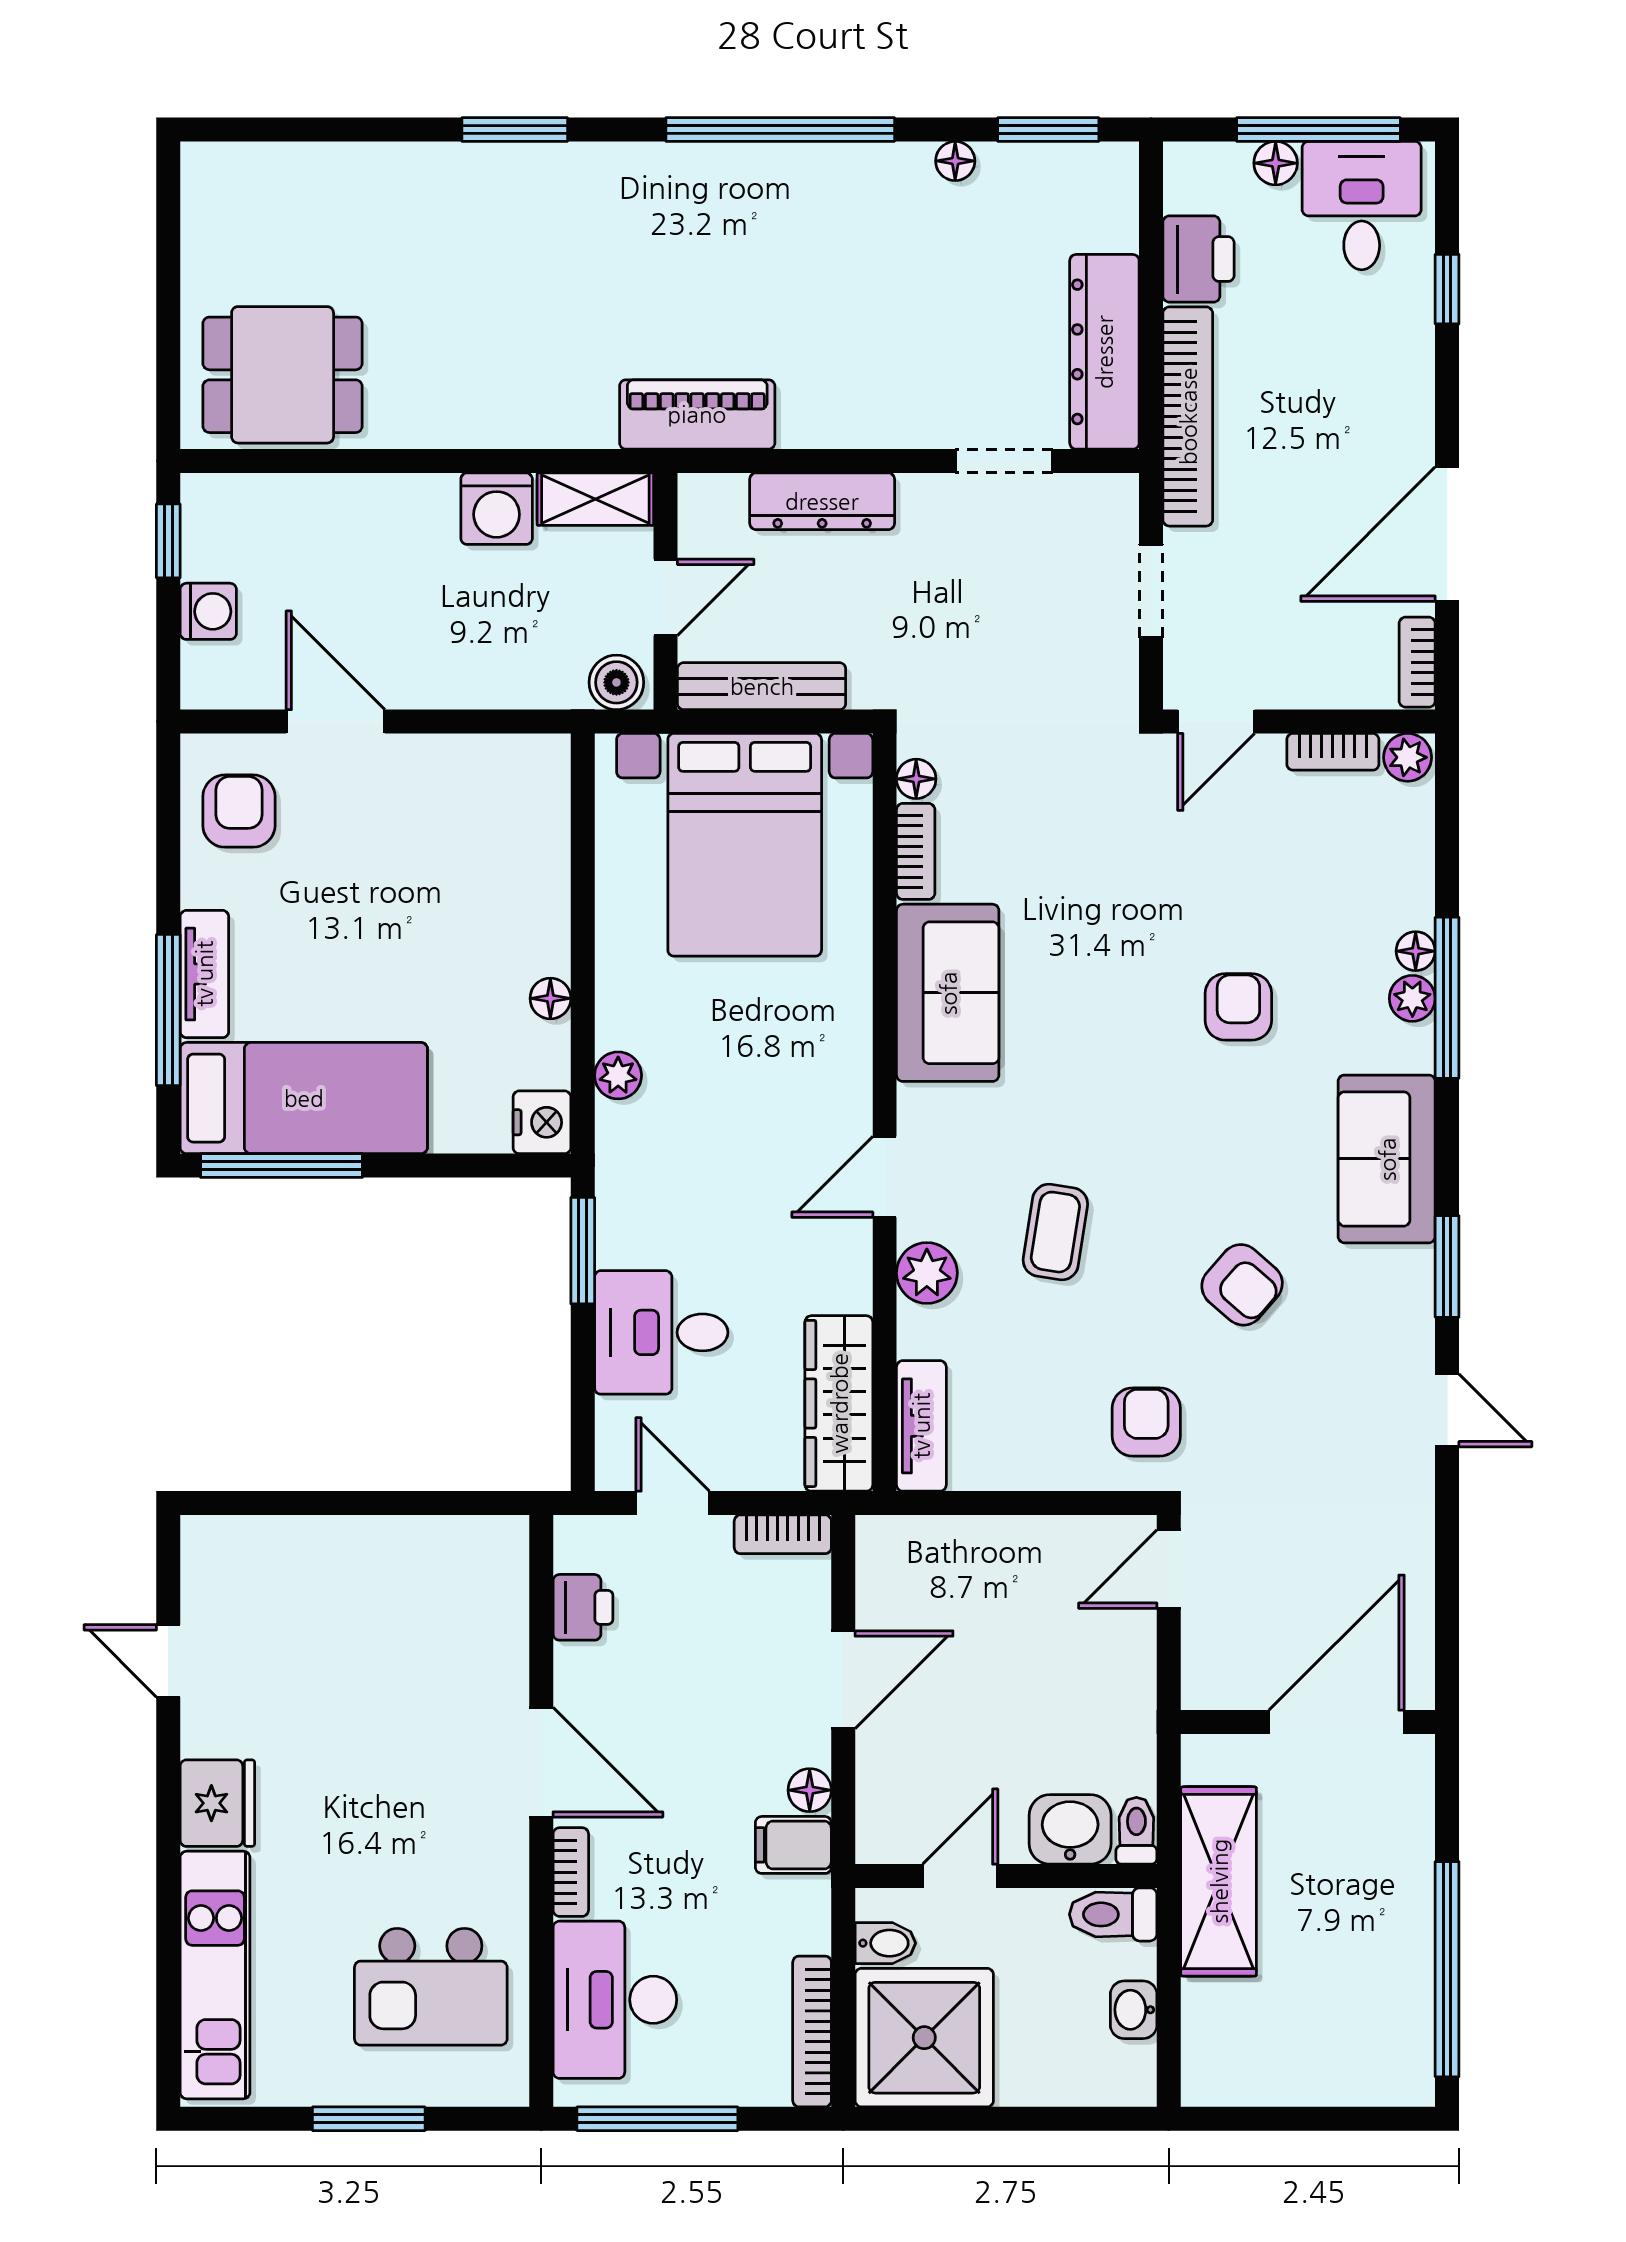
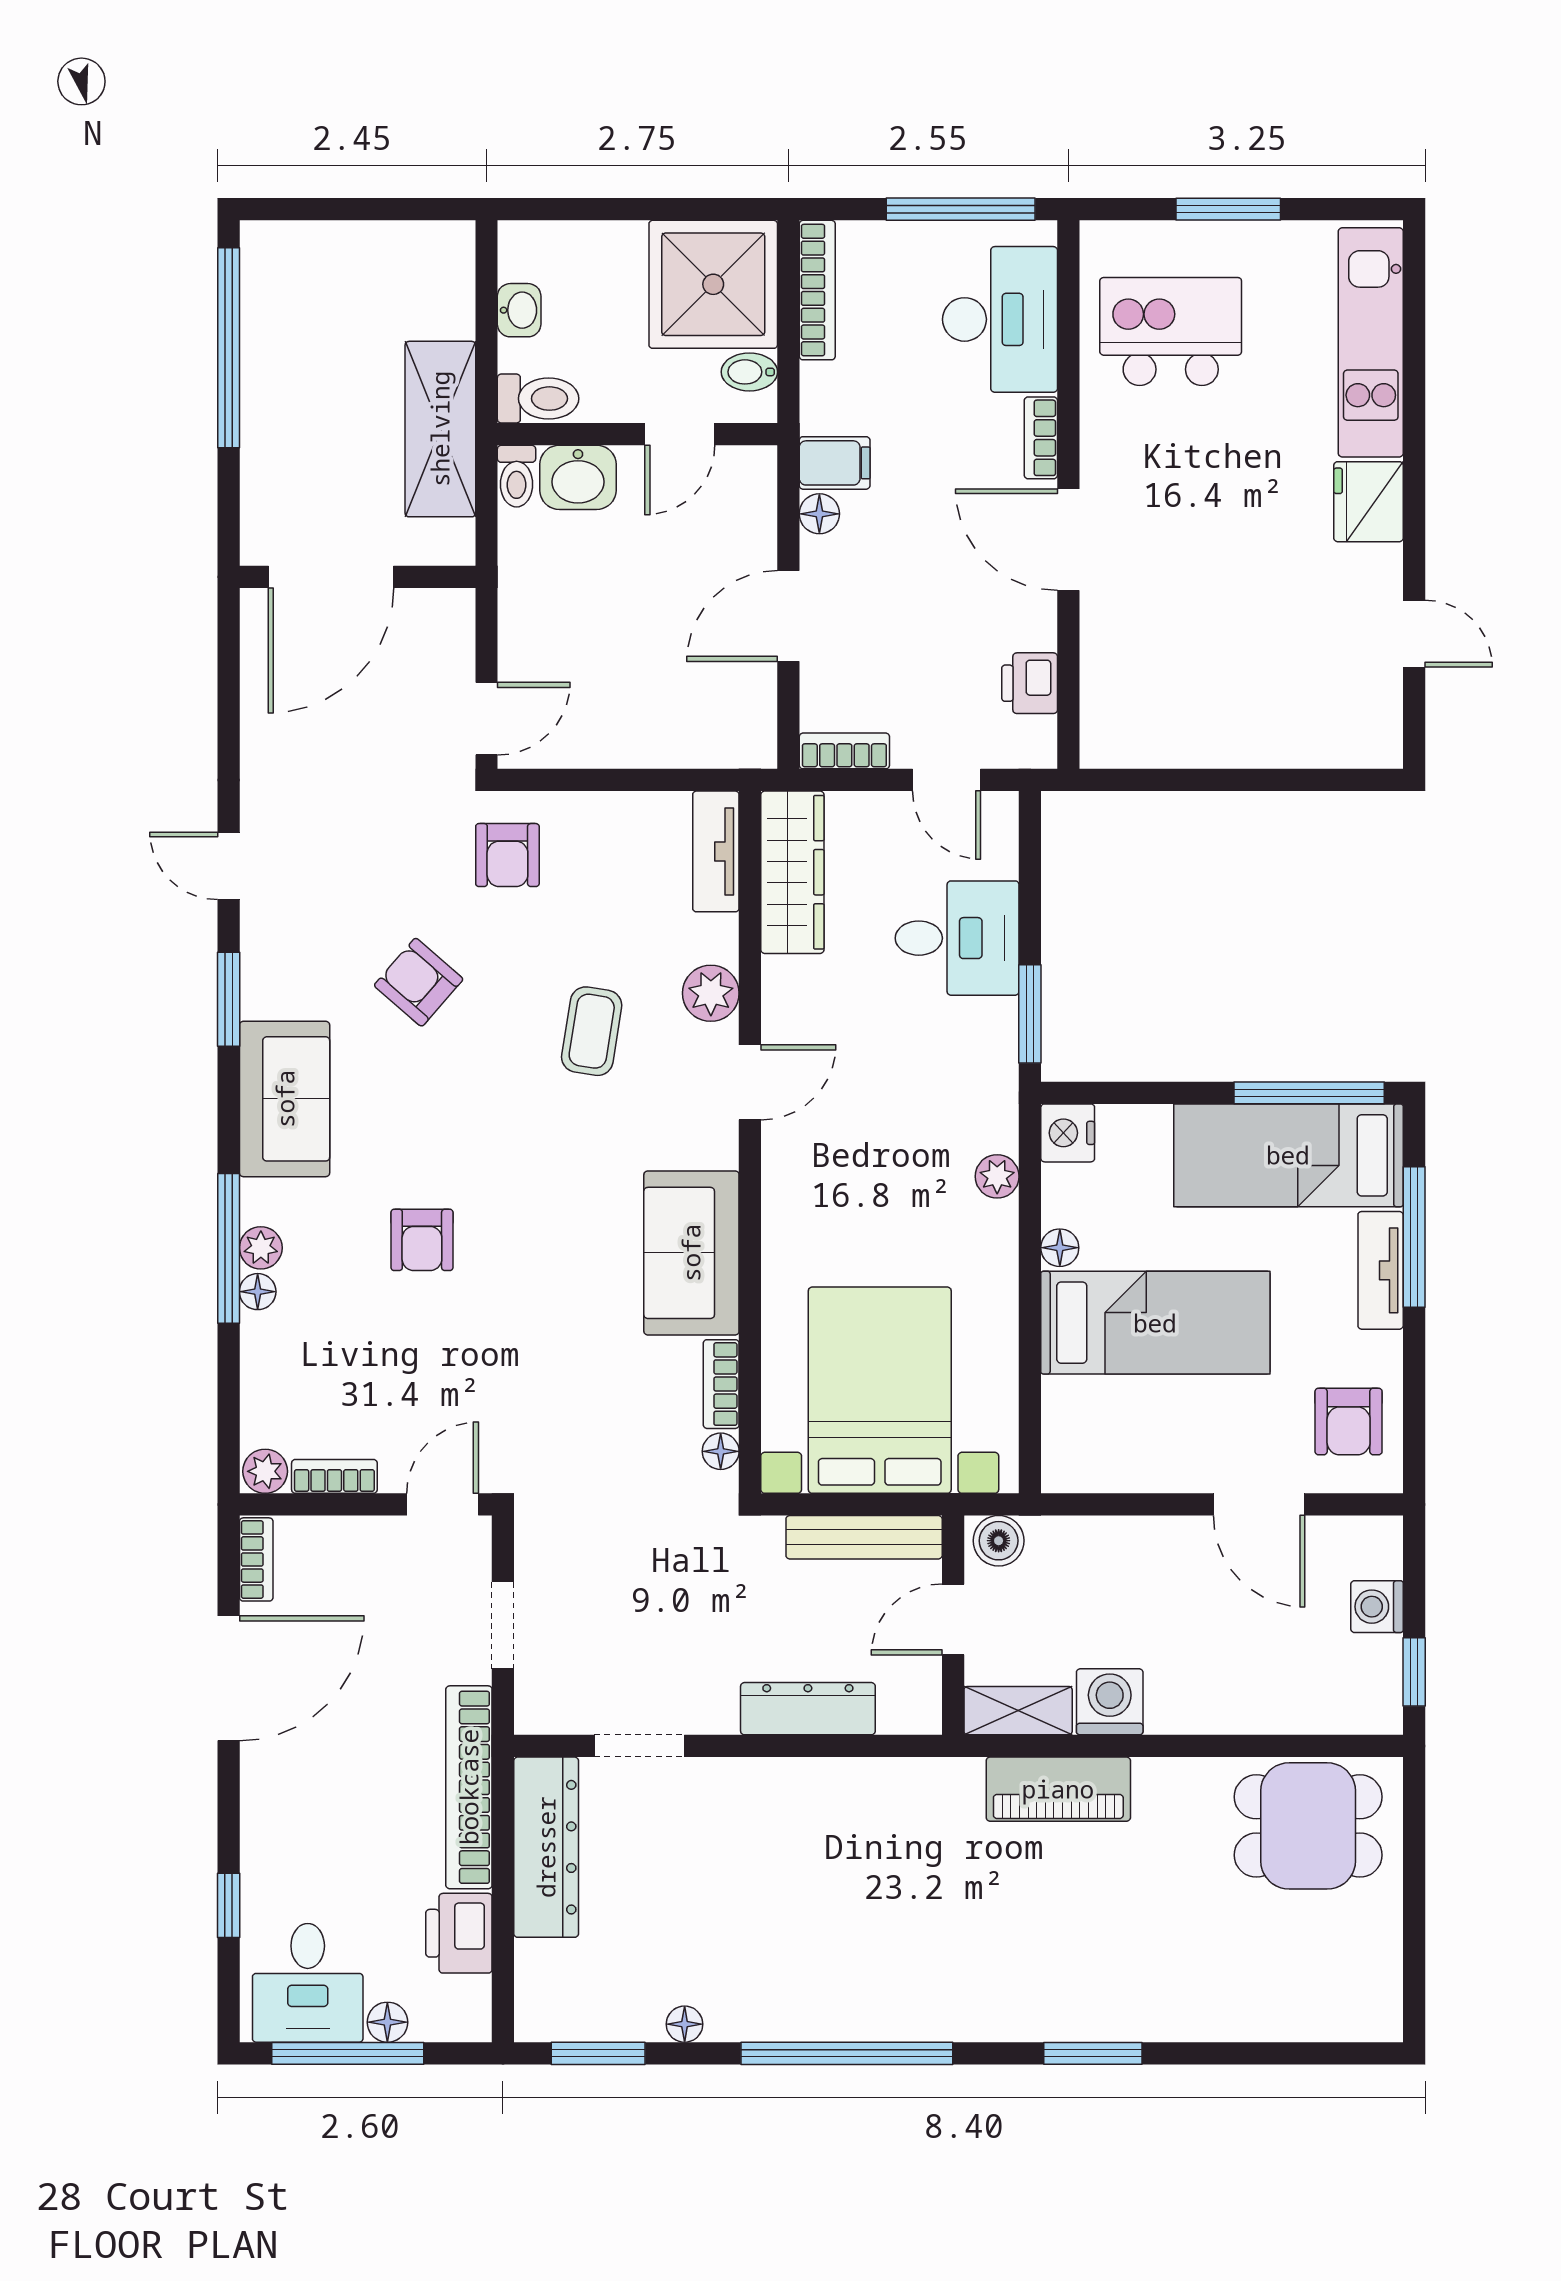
piano: (697, 414) -> (1058, 1789), moved
bed: (447, 918) -> (1155, 1323), added

